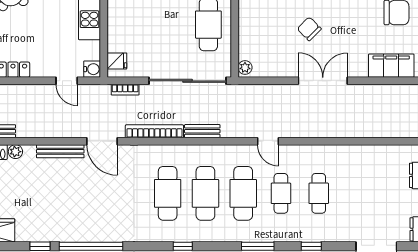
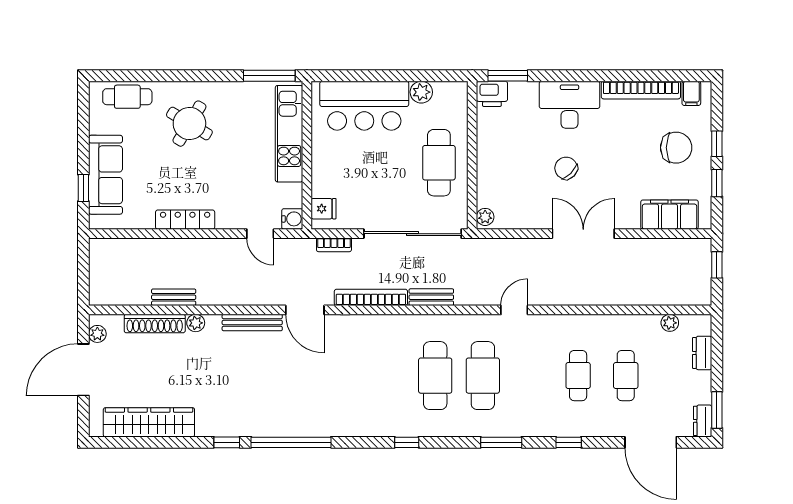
door: (268, 141) -> (514, 310), swing flipped
plant: (391, 151) -> (670, 323), added
cafe table: (168, 193) -> (388, 376), removed
cafe table: (281, 193) -> (626, 376), moved

